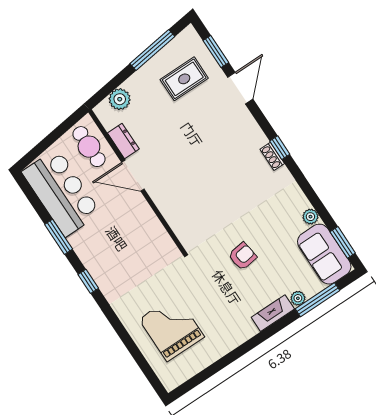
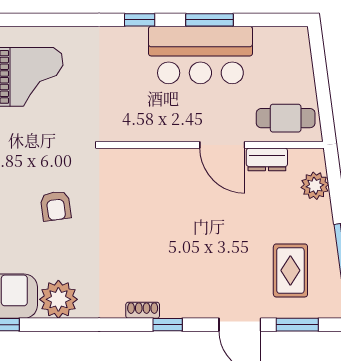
window: (280, 148) -> (168, 325), moved
door: (133, 176) -> (222, 145), swing flipped
bar counter: (61, 192) -> (200, 55), moved
plant: (310, 217) -> (58, 299), width x1.88, depth x1.88

